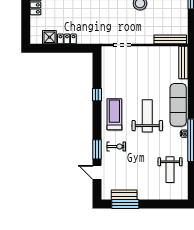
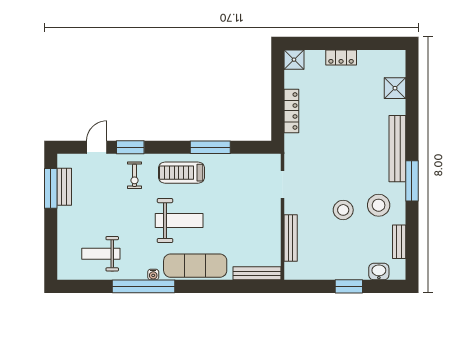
shower: (49, 37) -> (294, 60), moved
locker: (67, 39) -> (291, 111), width x1.53
bench: (170, 39) -> (291, 238), moved
window: (97, 95) -> (210, 147), width x2.17
treadmill: (114, 114) -> (182, 173), turned 180

